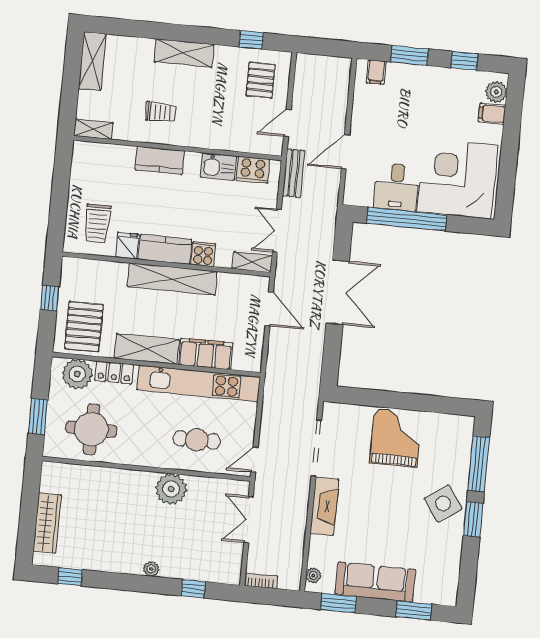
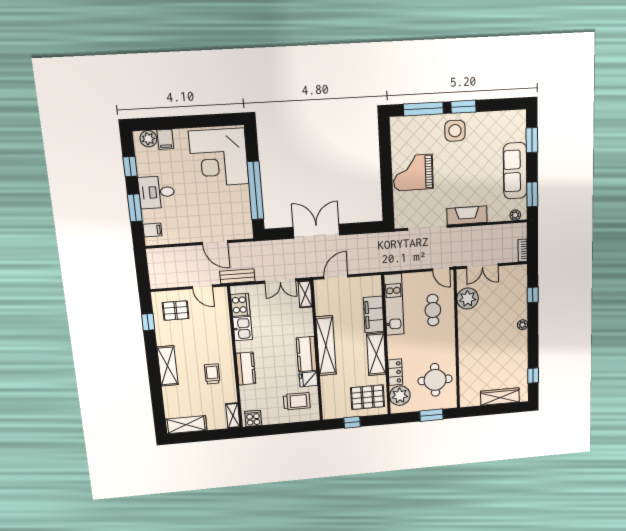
desk: (396, 187) -> (157, 192), moved, turned 180
cooker: (203, 254) -> (253, 418), moved, turned 90
kitchen unit: (199, 383) -> (394, 305), width x0.73
plant: (171, 489) -> (468, 298), moved
side table: (443, 504) -> (455, 131), turned 35

